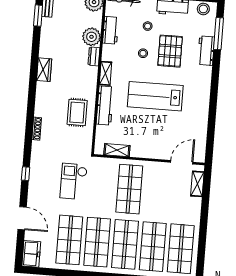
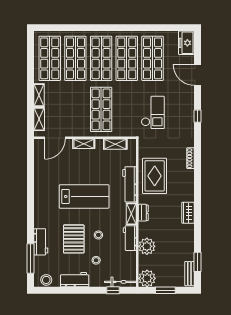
workbench: (111, 30) -> (130, 238), moved
dresser: (94, 56) -> (143, 213), moved
rug: (77, 112) -> (155, 176), width x1.36, depth x1.43
shelving: (151, 153) -> (84, 144), added
shelving: (195, 210) -> (39, 95), added

